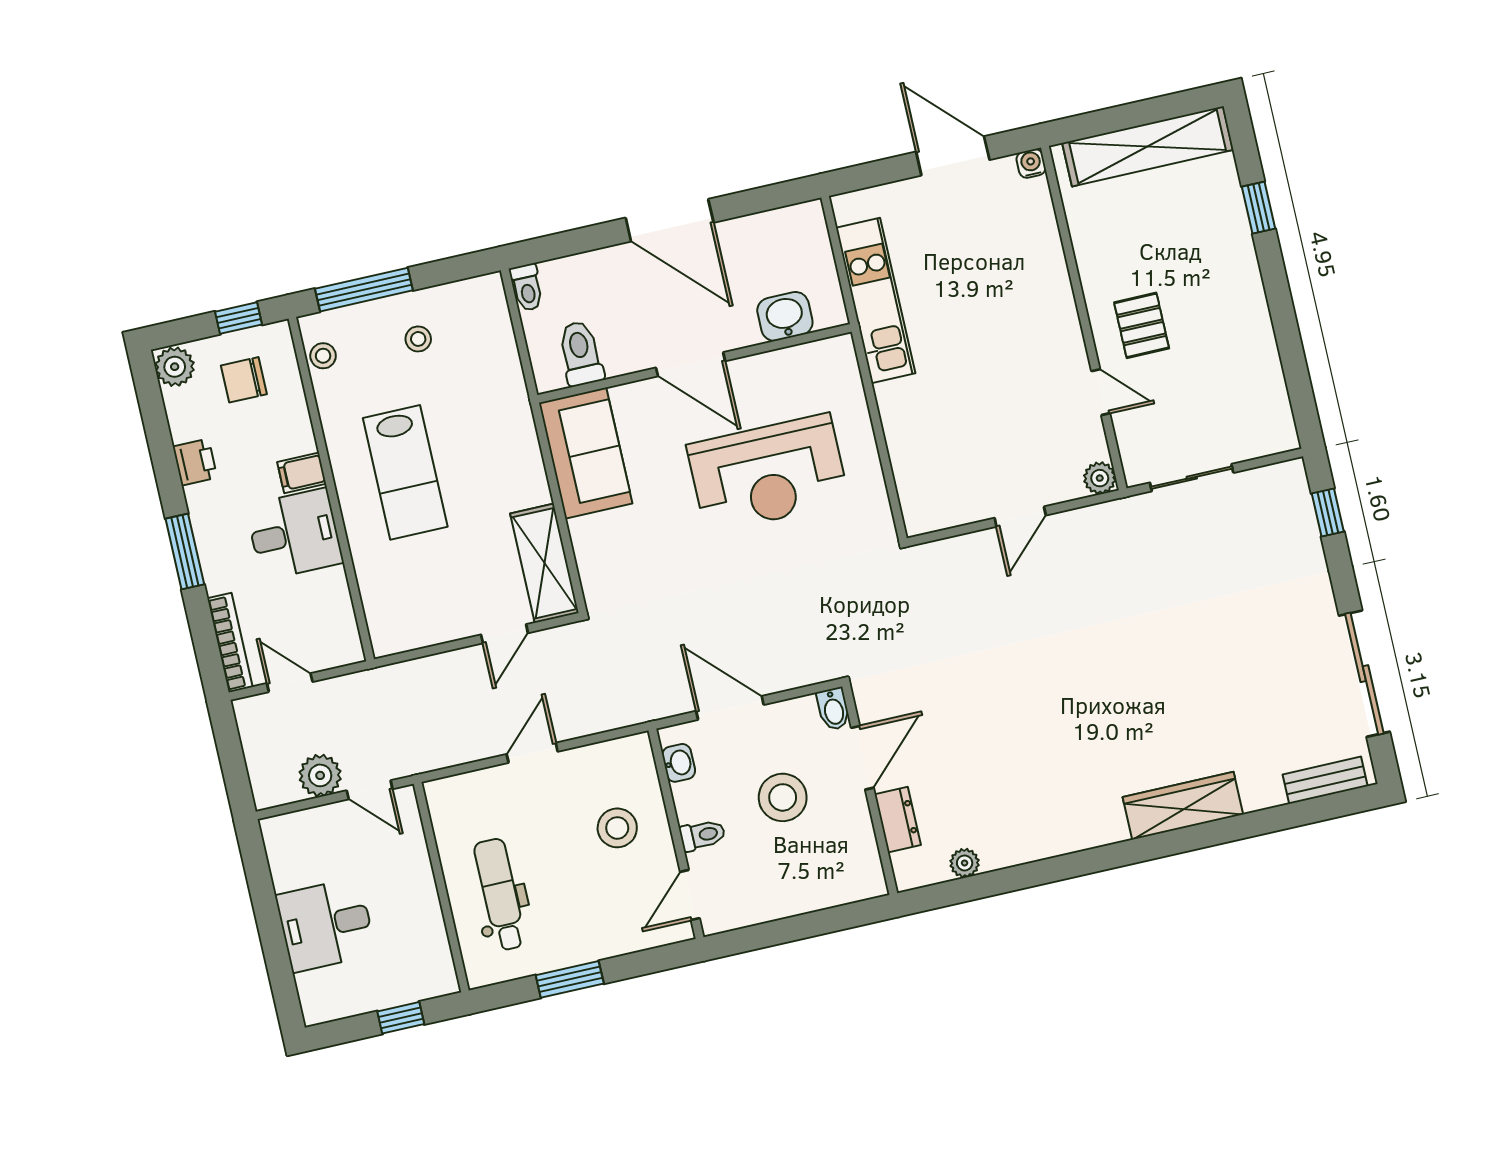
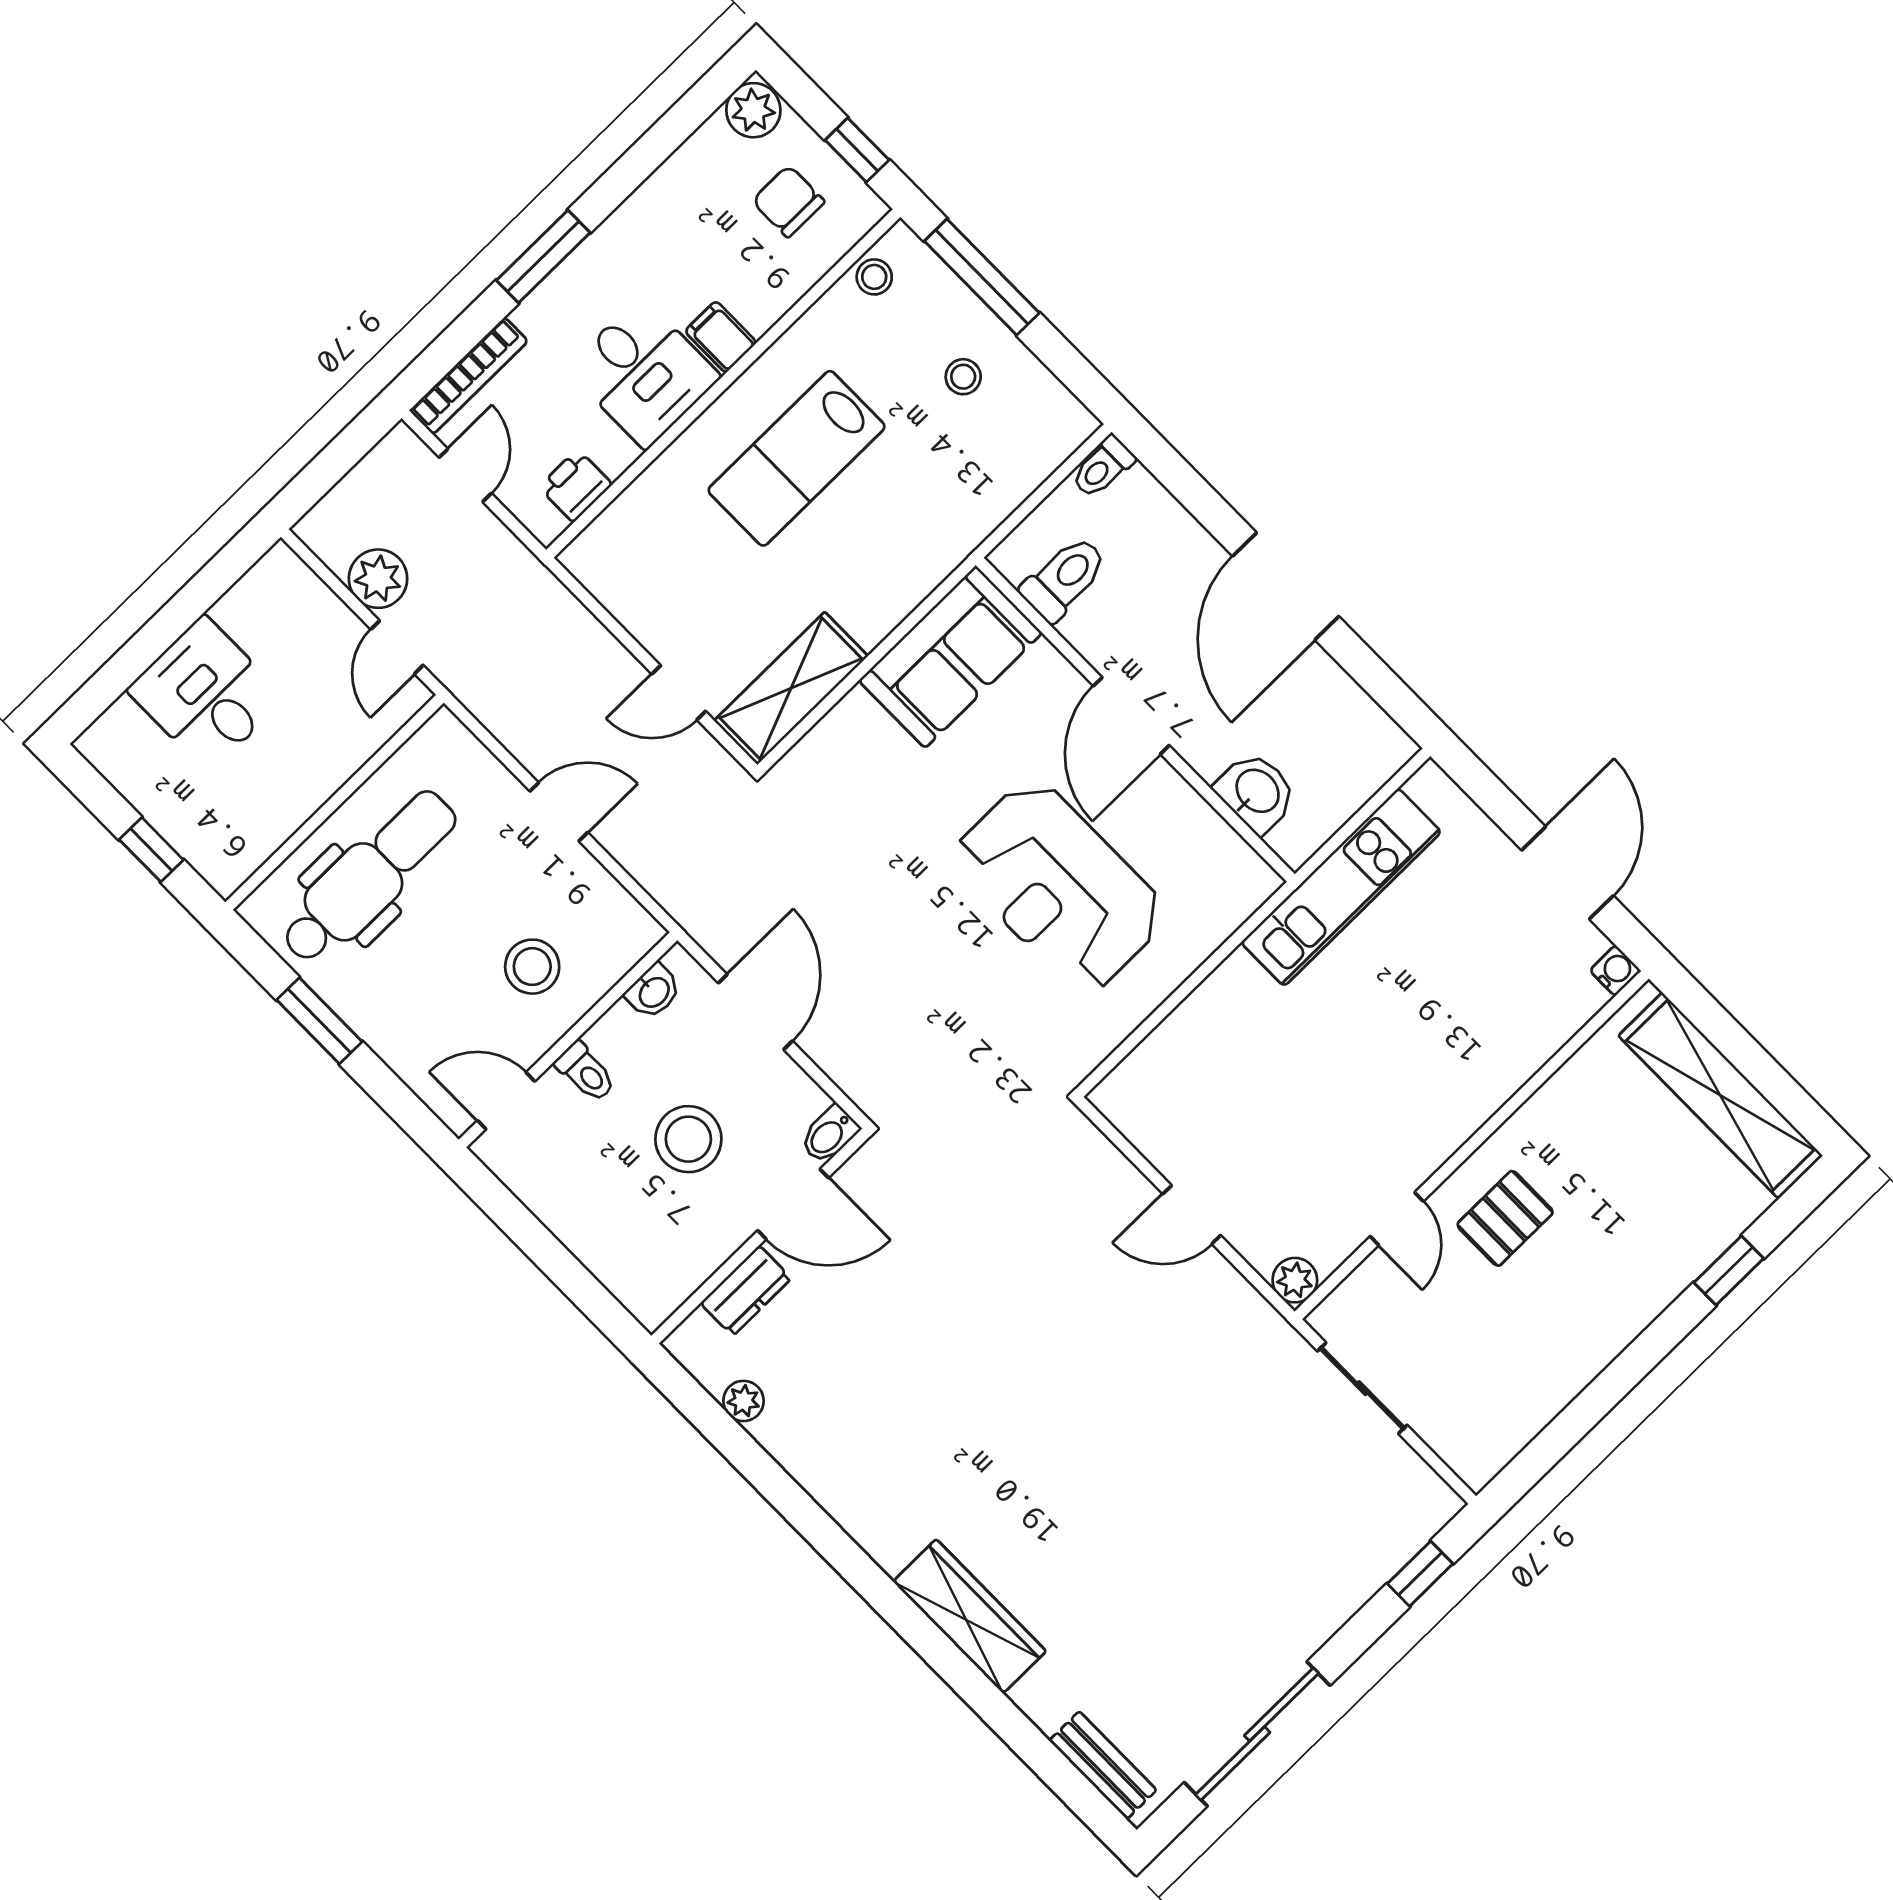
printer: (195, 462) -> (575, 486), moved, turned 180
dental chair: (500, 894) -> (369, 877), width x1.36, depth x1.38

